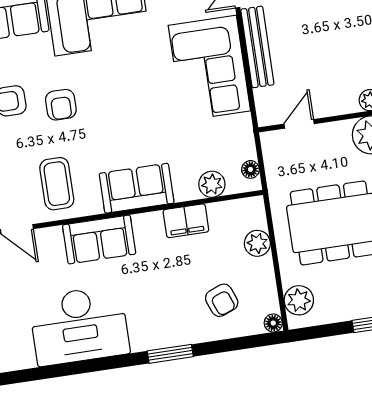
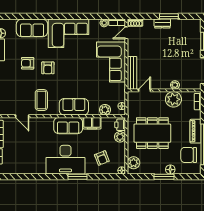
bench: (257, 47) -> (132, 73), moved
printer: (253, 215) -> (120, 125), added
sofa: (99, 239) -> (68, 126), moved
desk: (79, 326) -> (65, 160), moved

